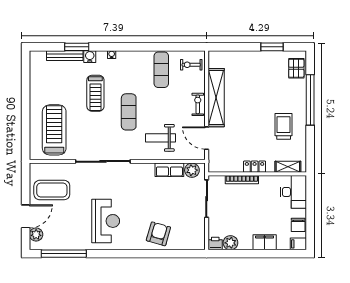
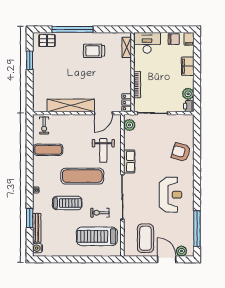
water cooler: (90, 57) -> (37, 248), moved
exercise bike: (198, 104) -> (100, 213), moved
exercise mat: (129, 112) -> (82, 176), width x1.36, depth x1.45
locker: (255, 167) -> (127, 103), moved
row of seats: (169, 170) -> (129, 161), moved
reception desk: (106, 221) -> (171, 195), turned 90

